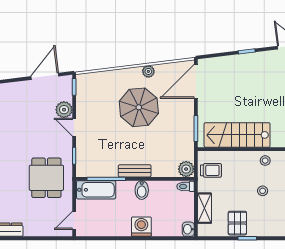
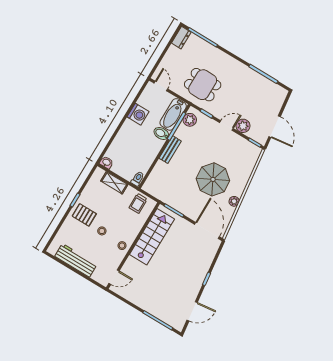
plant: (186, 169) -> (190, 120), moved
bidet: (142, 190) -> (161, 133), moved
pallet: (237, 223) -> (84, 215), moved
washing machine: (141, 227) -> (138, 114), moved

